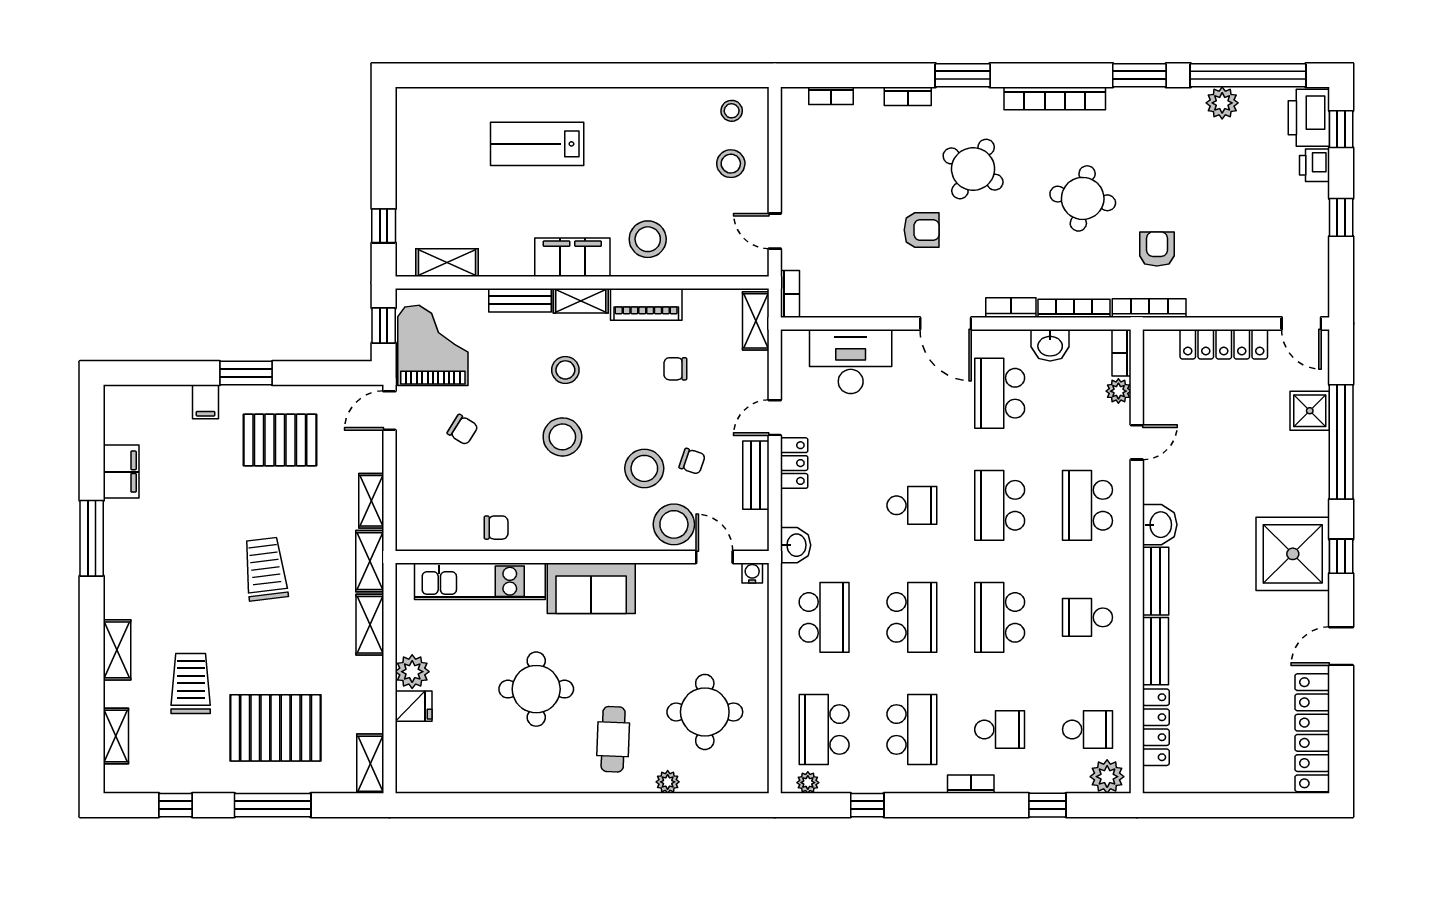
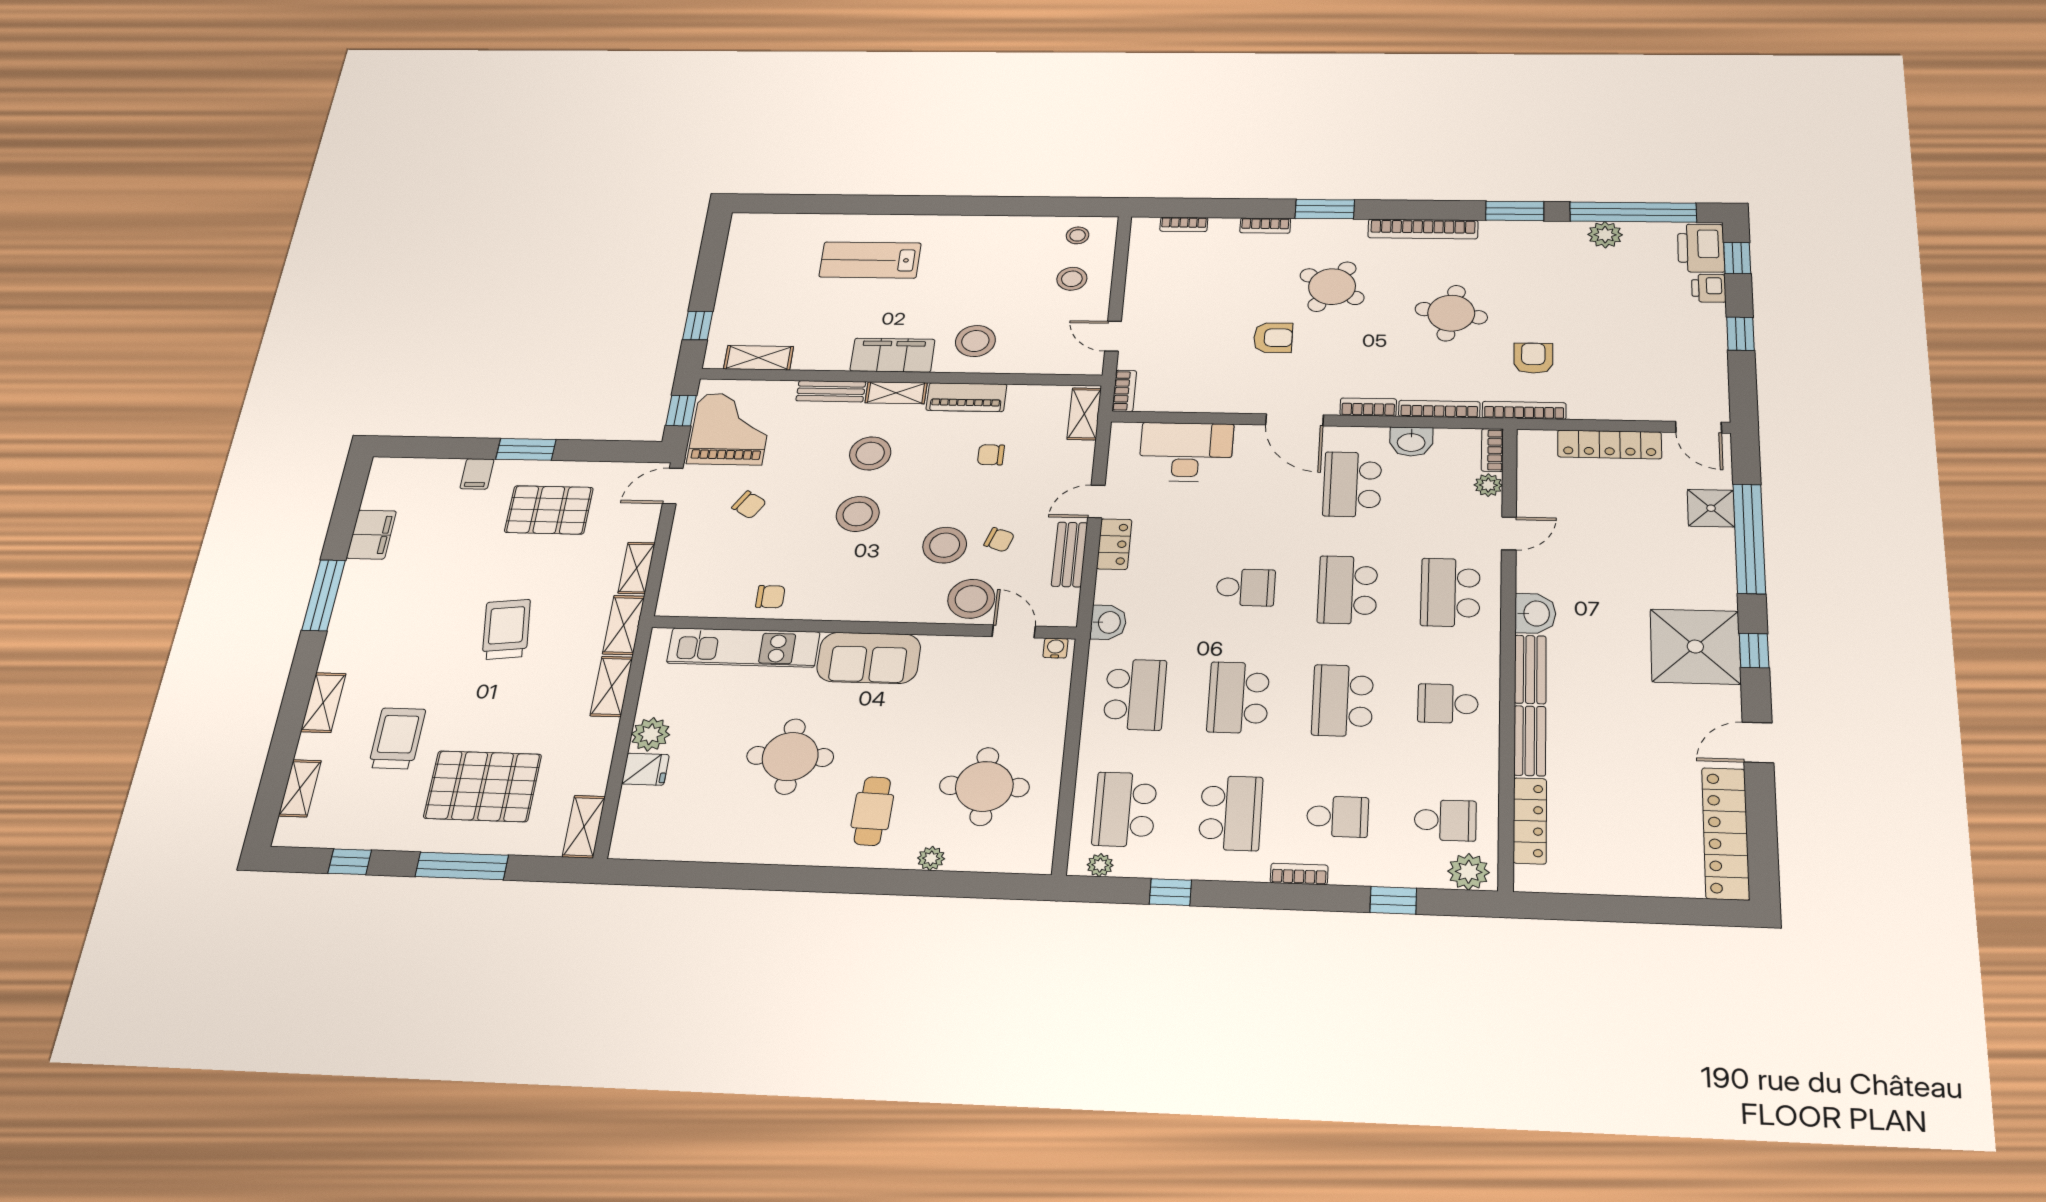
stool: (565, 370) -> (870, 453), width x1.38, depth x1.38
school desk: (912, 617) -> (1238, 697), turned 180

